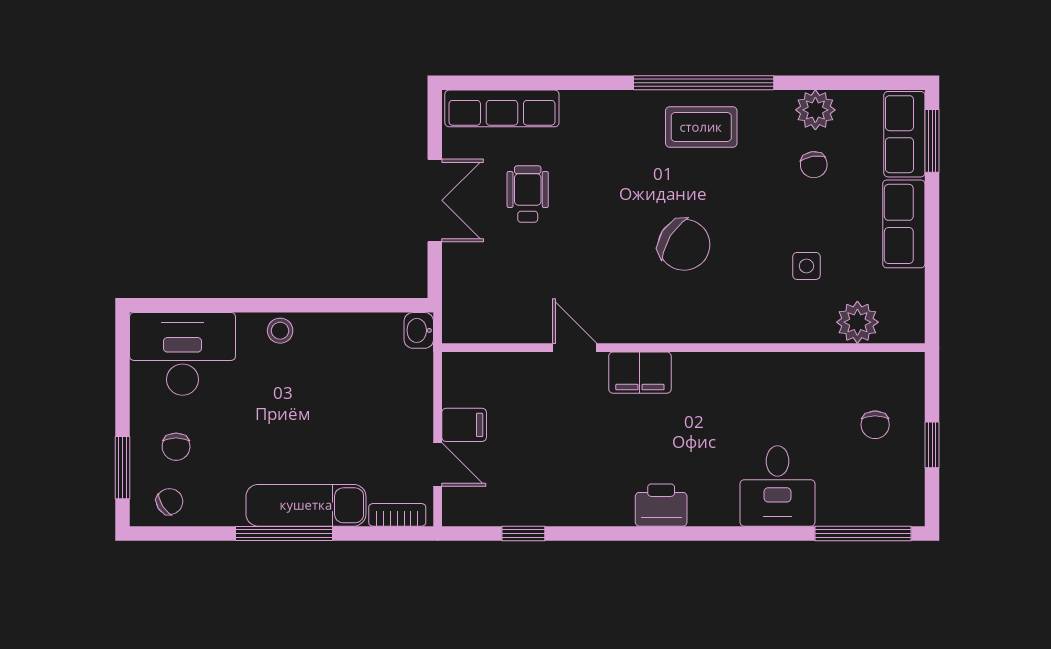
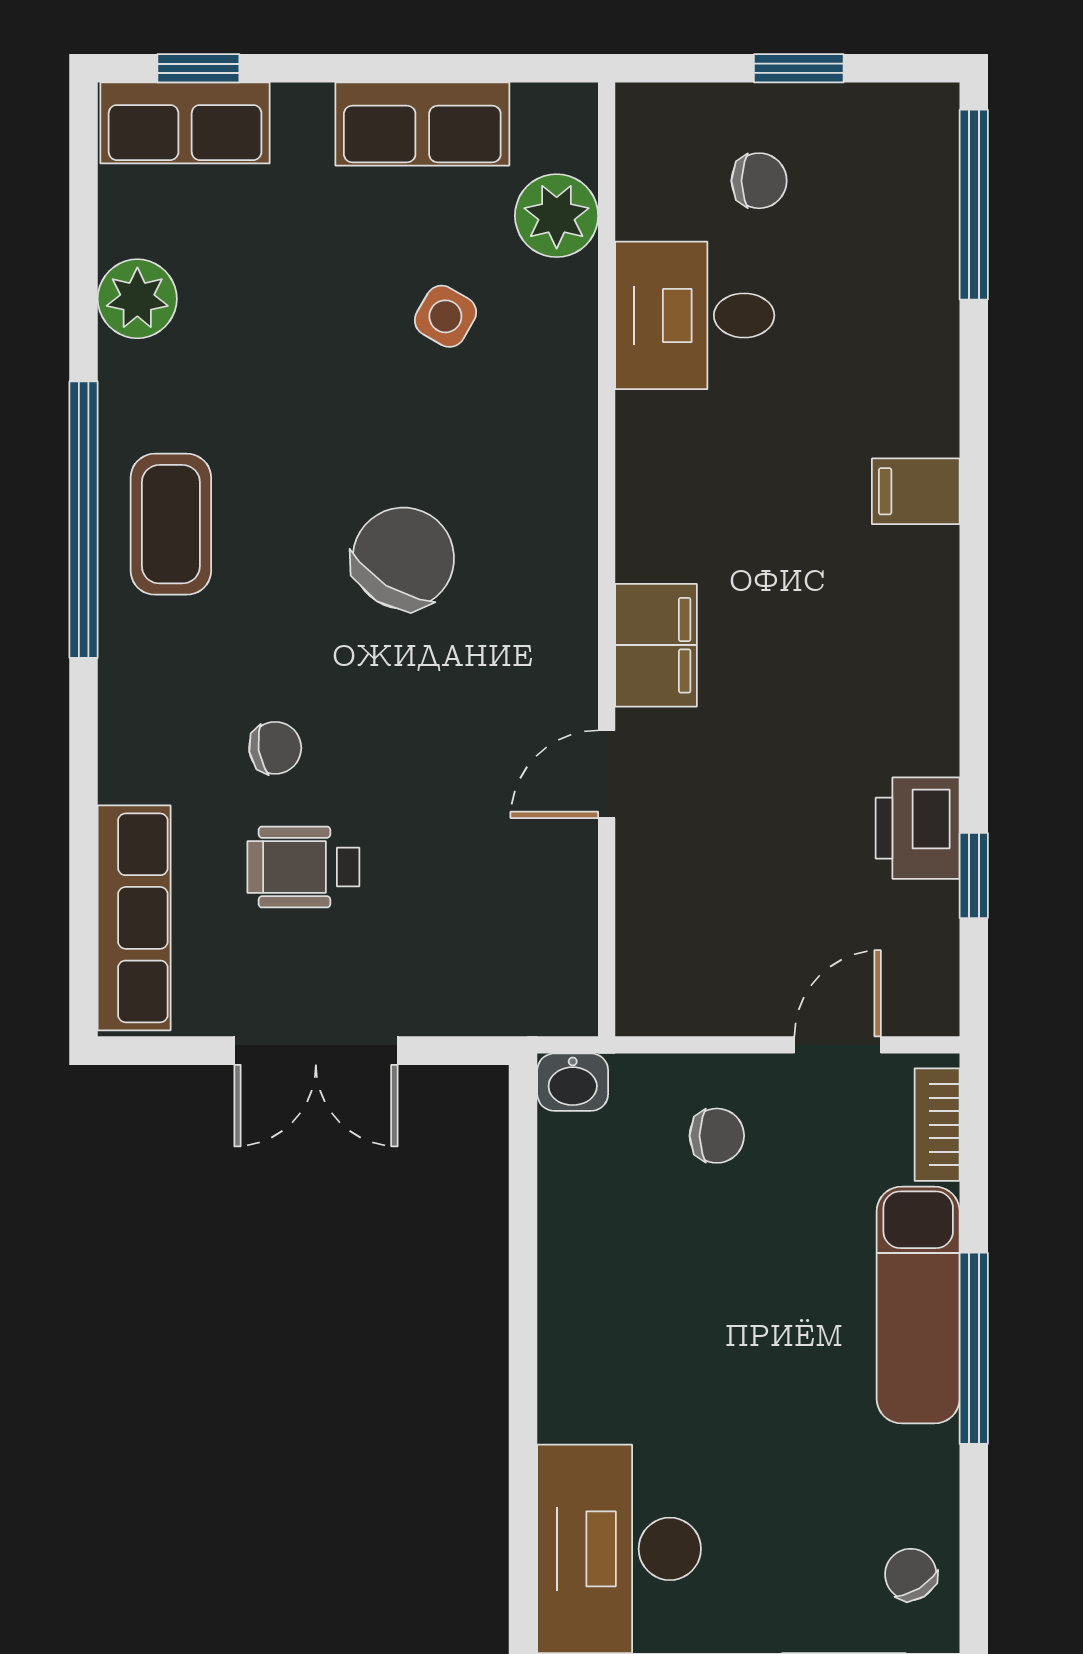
window: (932, 141) -> (198, 68), width x0.67
chair: (814, 165) -> (275, 748), moved
double door: (435, 200) -> (316, 1051), swing flipped
row of seats: (904, 224) -> (422, 124), moved
side table: (806, 266) -> (445, 316), turned 30
stool: (280, 331) -> (573, 1356), removed
filing cabinet: (464, 425) -> (916, 491), moved, turned -90
chair: (176, 447) -> (717, 1136), moved
desk: (777, 486) -> (695, 315), moved, turned 180
printer: (661, 505) -> (918, 828), moved

